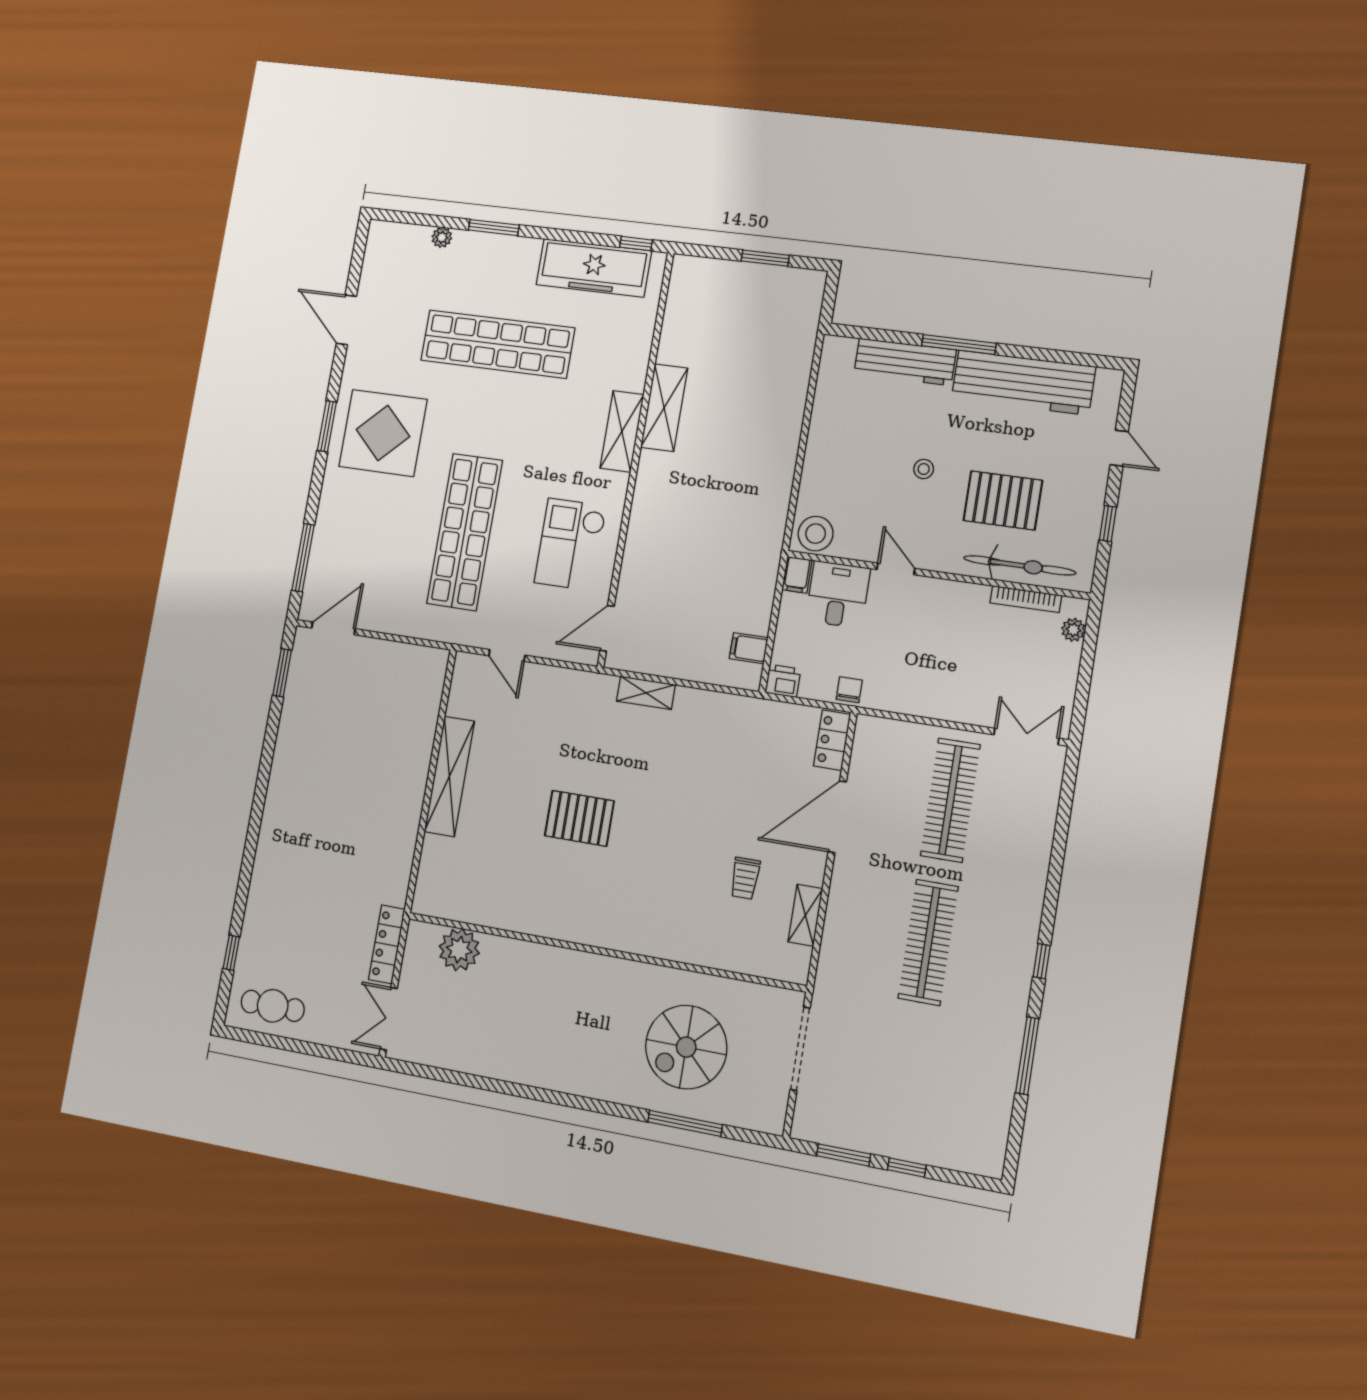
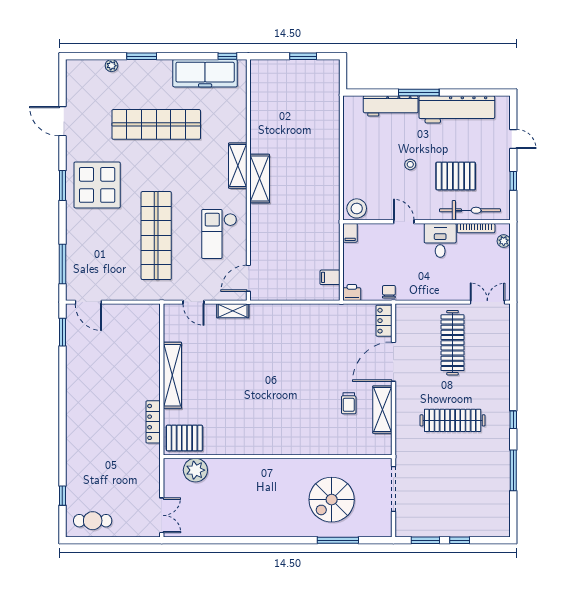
shelving: (664, 408) -> (260, 178), moved
desk: (838, 594) -> (440, 240), moved
door: (333, 628) -> (88, 302), swing flipped
shelving: (646, 693) -> (233, 311), moved
pallet: (579, 818) -> (184, 438), moved
shelving: (805, 915) -> (382, 410), width x1.50, depth x1.33
clothes rail: (928, 942) -> (453, 420), turned 90
locker: (387, 944) -> (153, 422), moved
double door: (389, 1019) -> (162, 515), swing flipped

